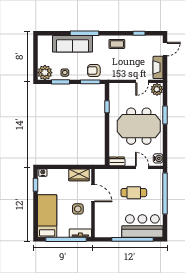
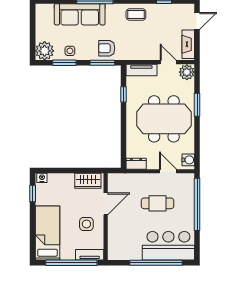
door: (142, 81) -> (168, 62), swing flipped
tv unit: (121, 88) -> (141, 70), added
door: (93, 193) -> (106, 204), hinge flipped

